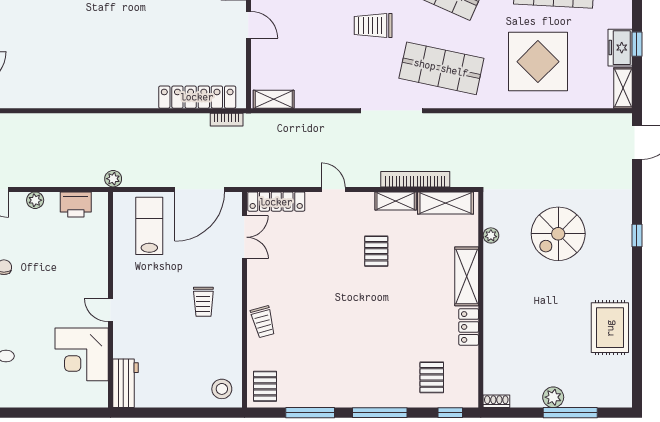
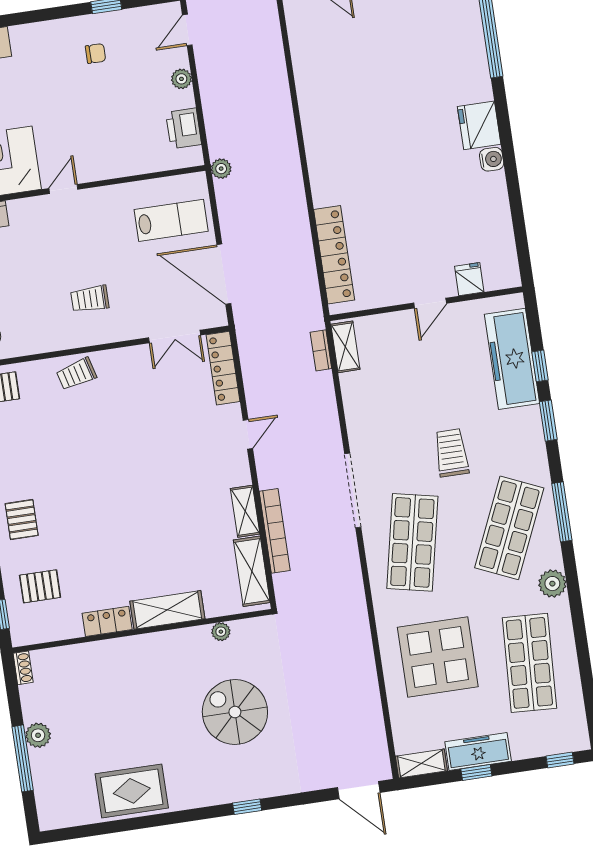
freezer: (620, 48) -> (478, 751), width x1.40
bookcase: (227, 120) -> (321, 350), moved
pallet: (376, 251) -> (22, 520), moved, turned 90

